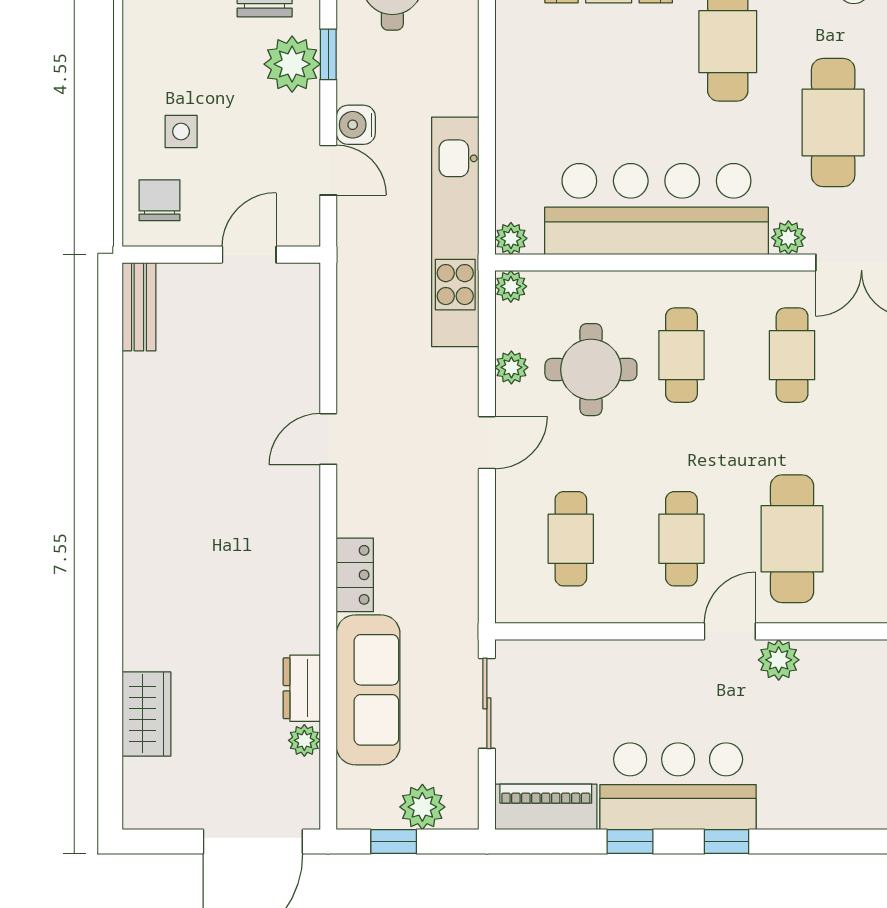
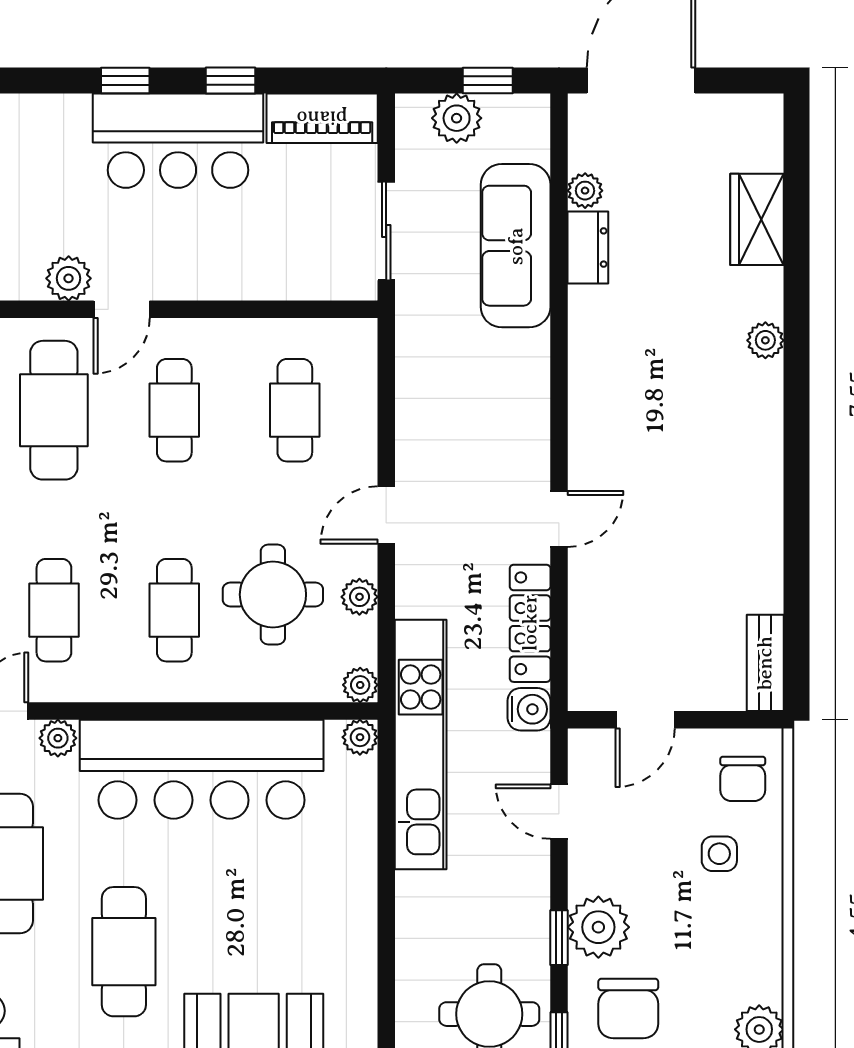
water cooler: (356, 125) -> (529, 709), moved
locker: (355, 575) -> (530, 623), moved, width x1.53
plant: (139, 603) -> (765, 340), added

